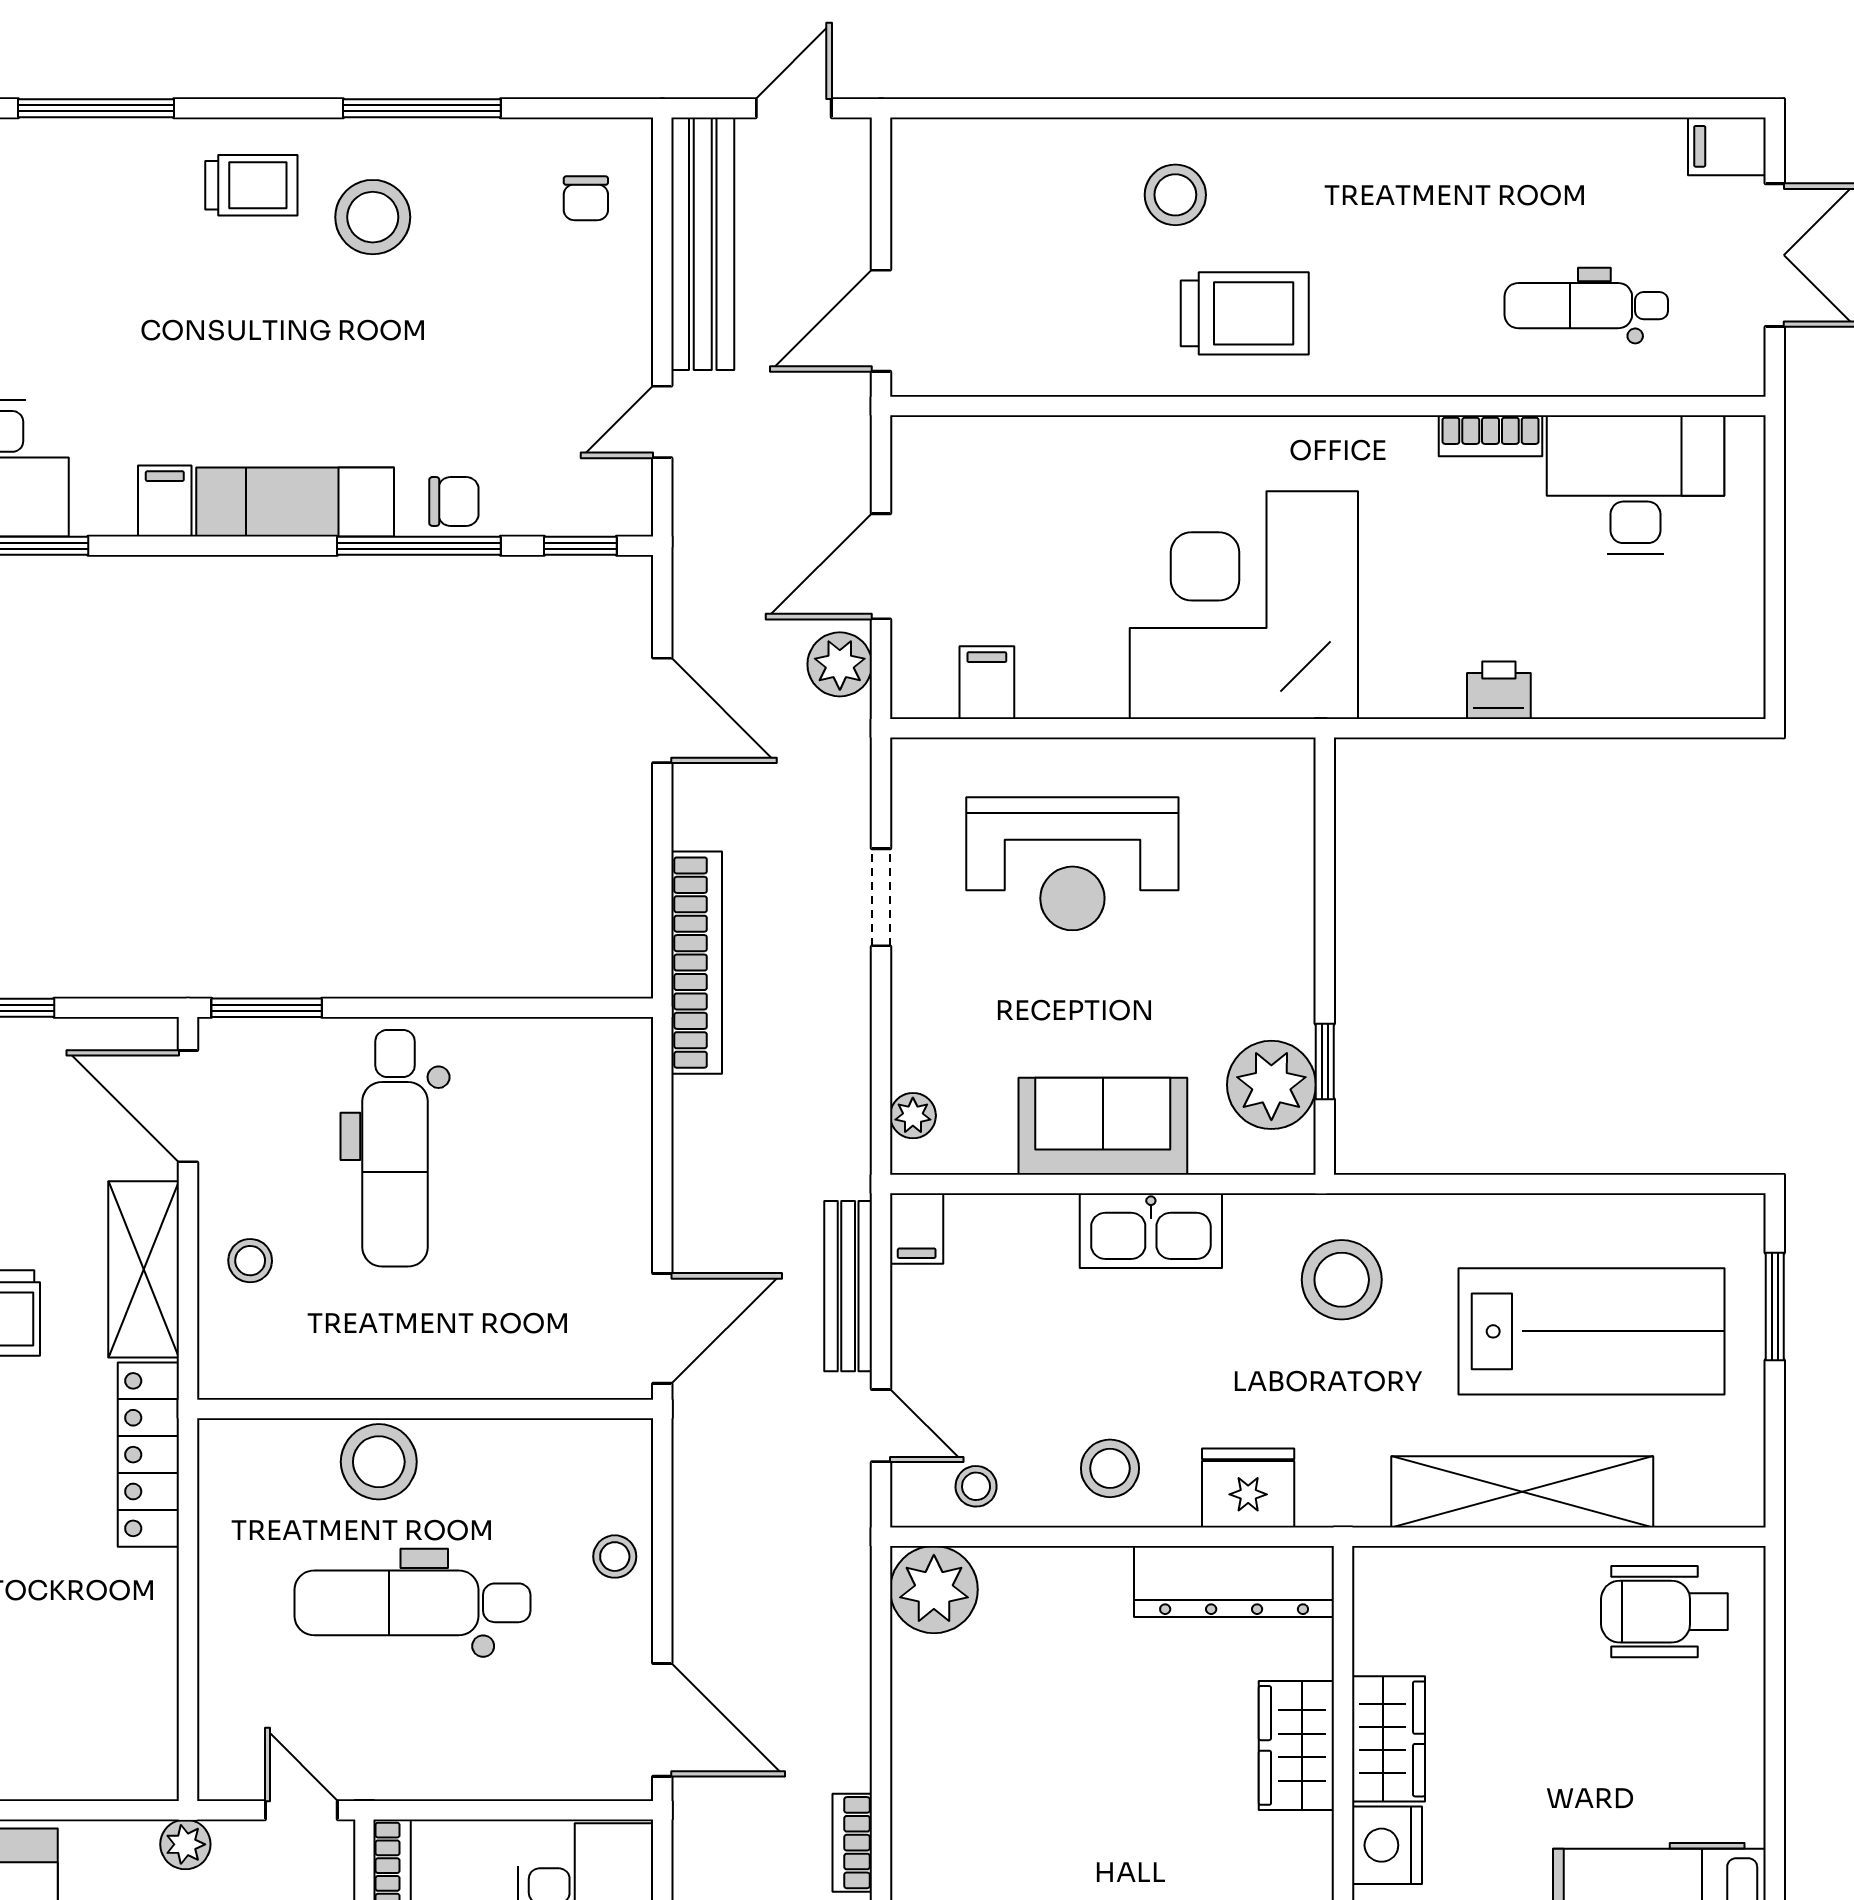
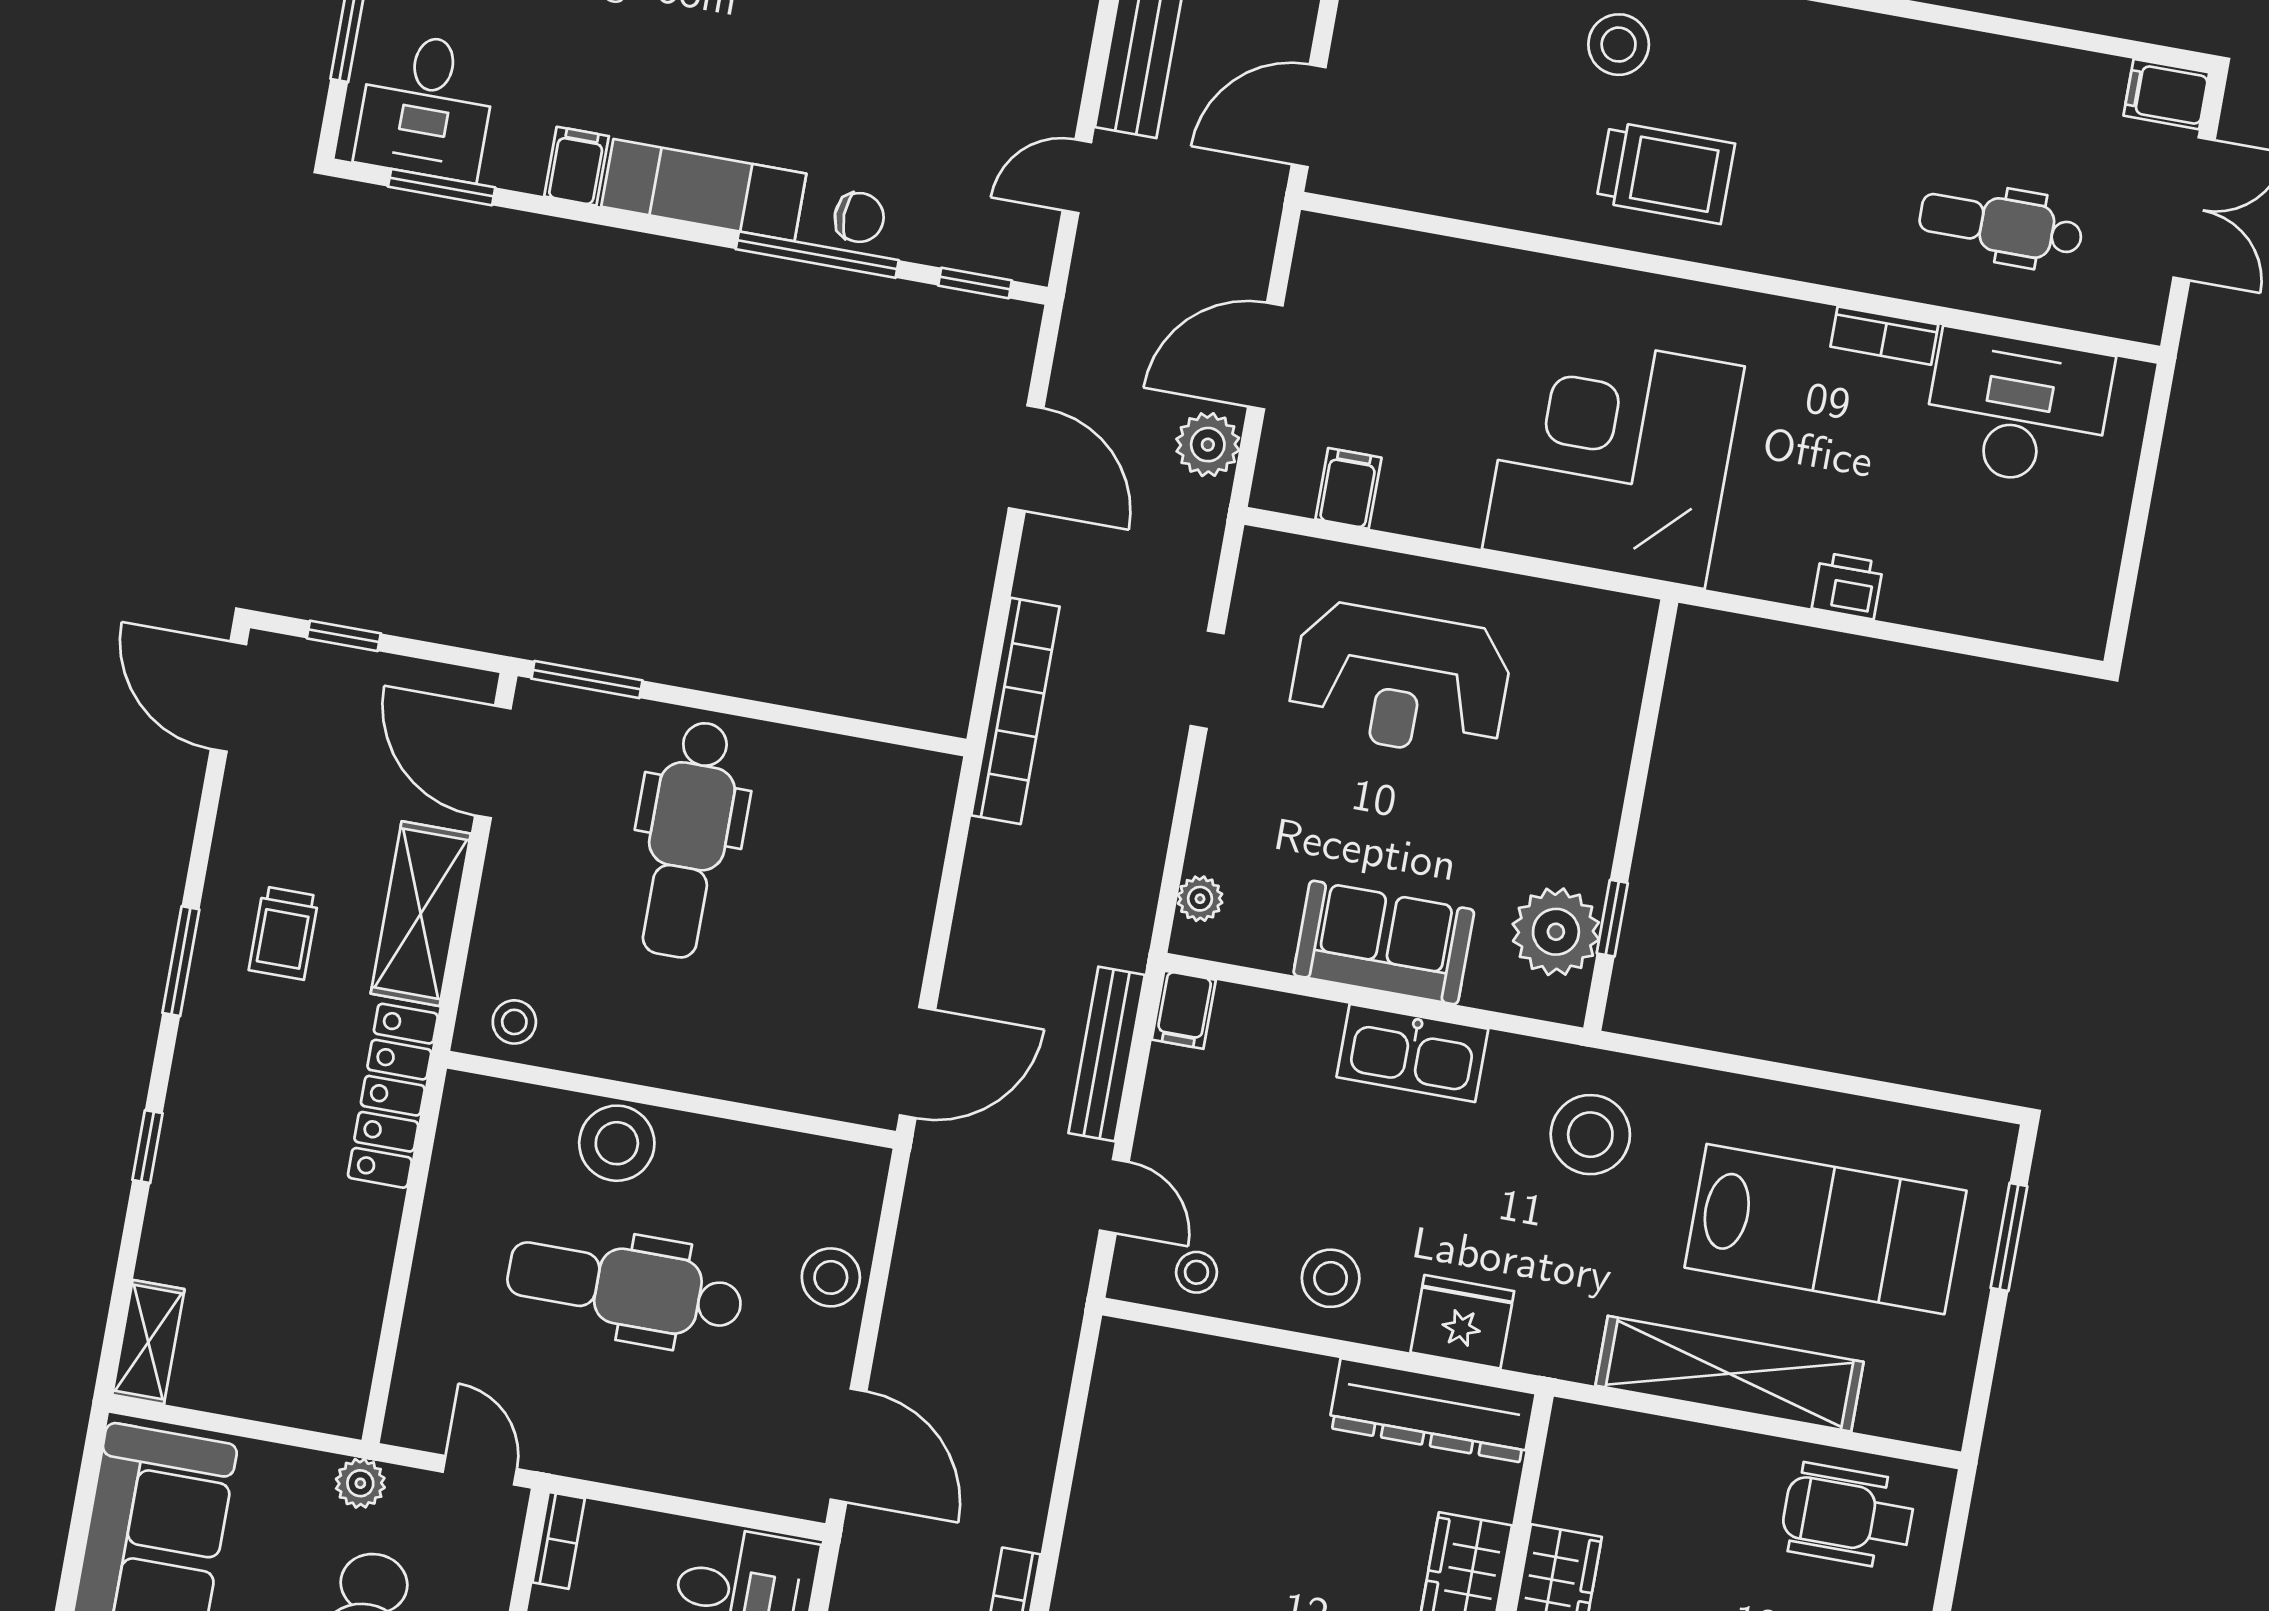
stool: (250, 1261) -> (514, 1022), moved
stool: (615, 1557) -> (831, 1277), width x1.37, depth x1.37
plant: (934, 1590) -> (1137, 1366), removed

